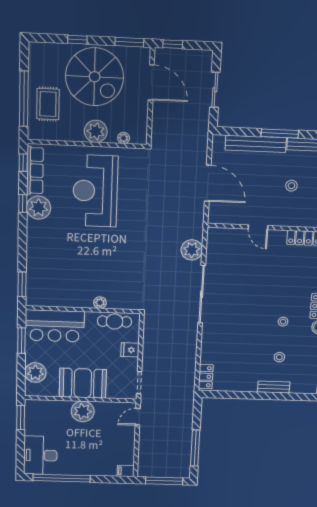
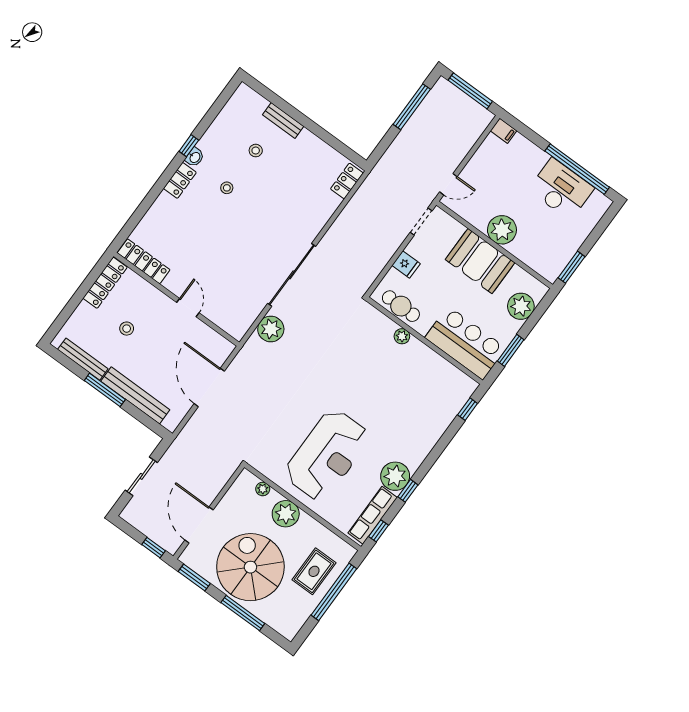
window: (77, 40) -> (243, 613), width x2.17
window: (22, 284) -> (468, 409), width x0.67
desk: (40, 455) -> (561, 189), moved, turned -90

